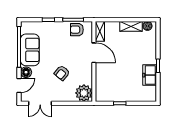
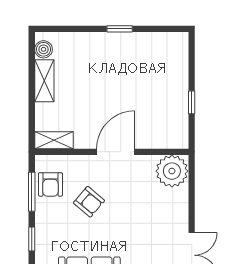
door: (94, 53) -> (116, 152), moved
armchair: (62, 73) -> (89, 202), moved
freezer: (150, 75) -> (138, 45), removed

